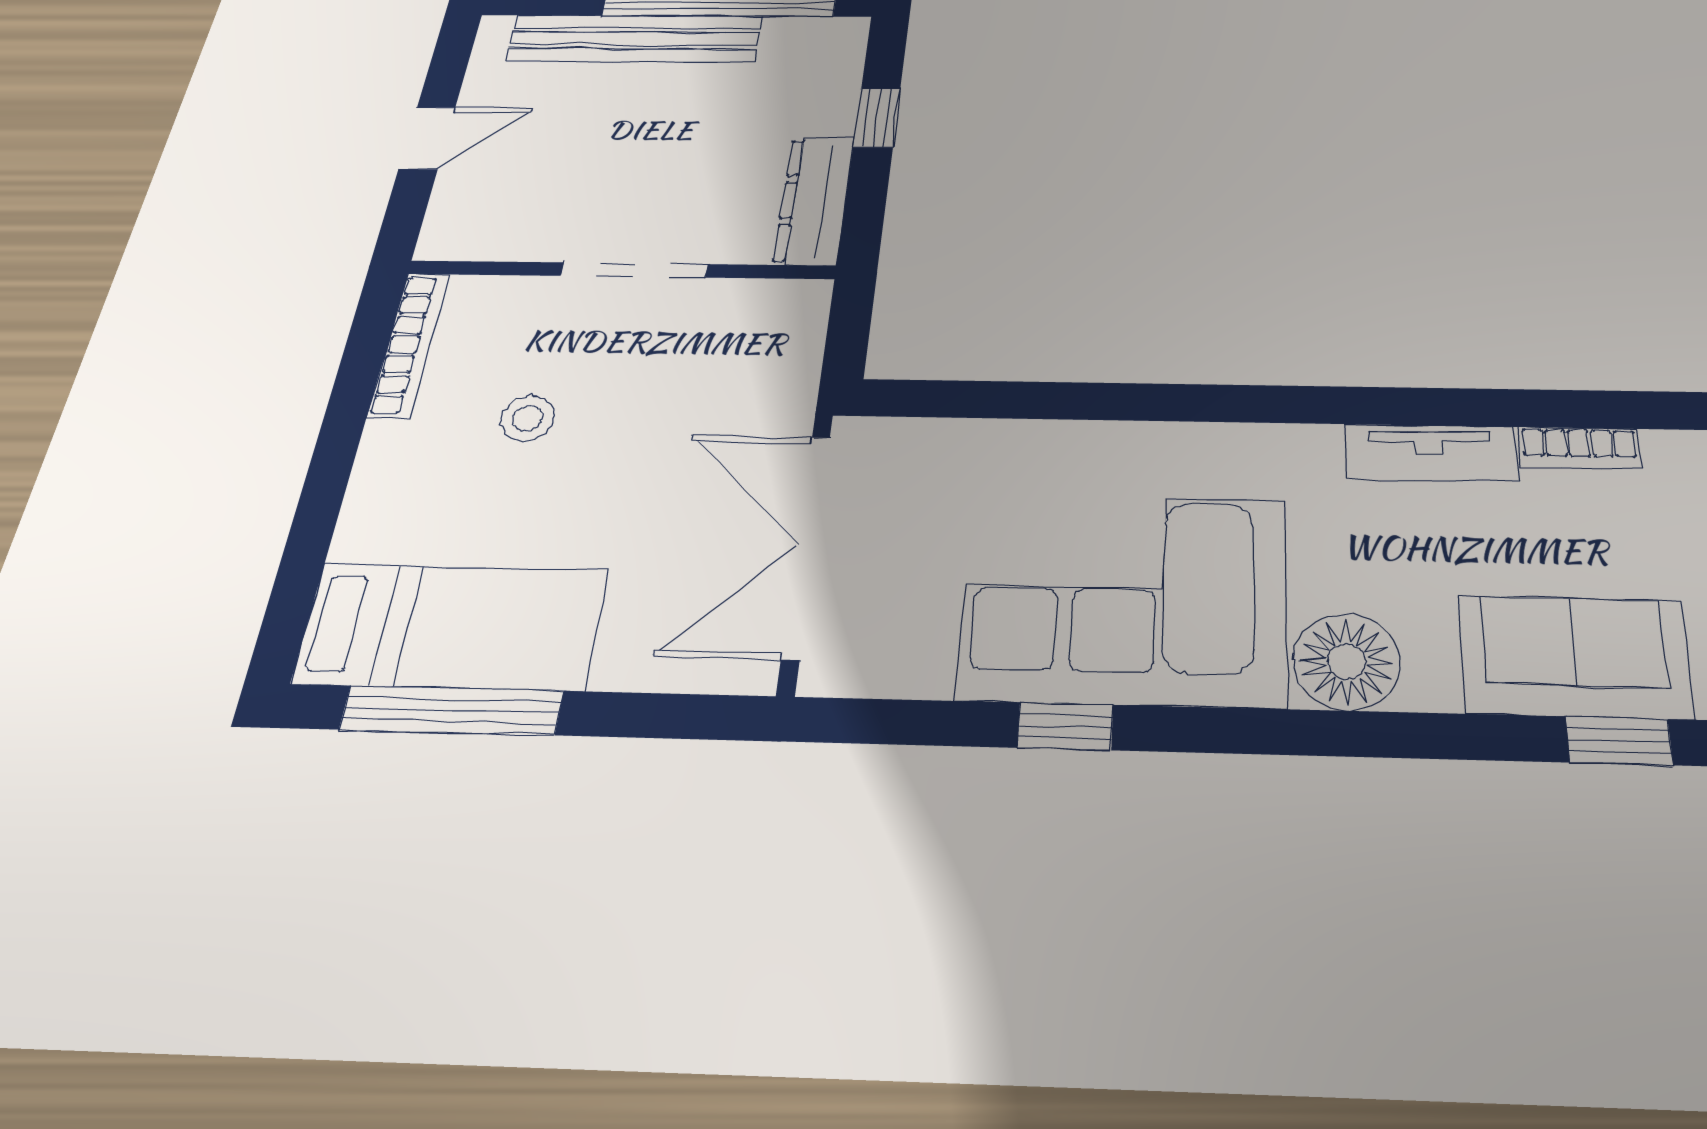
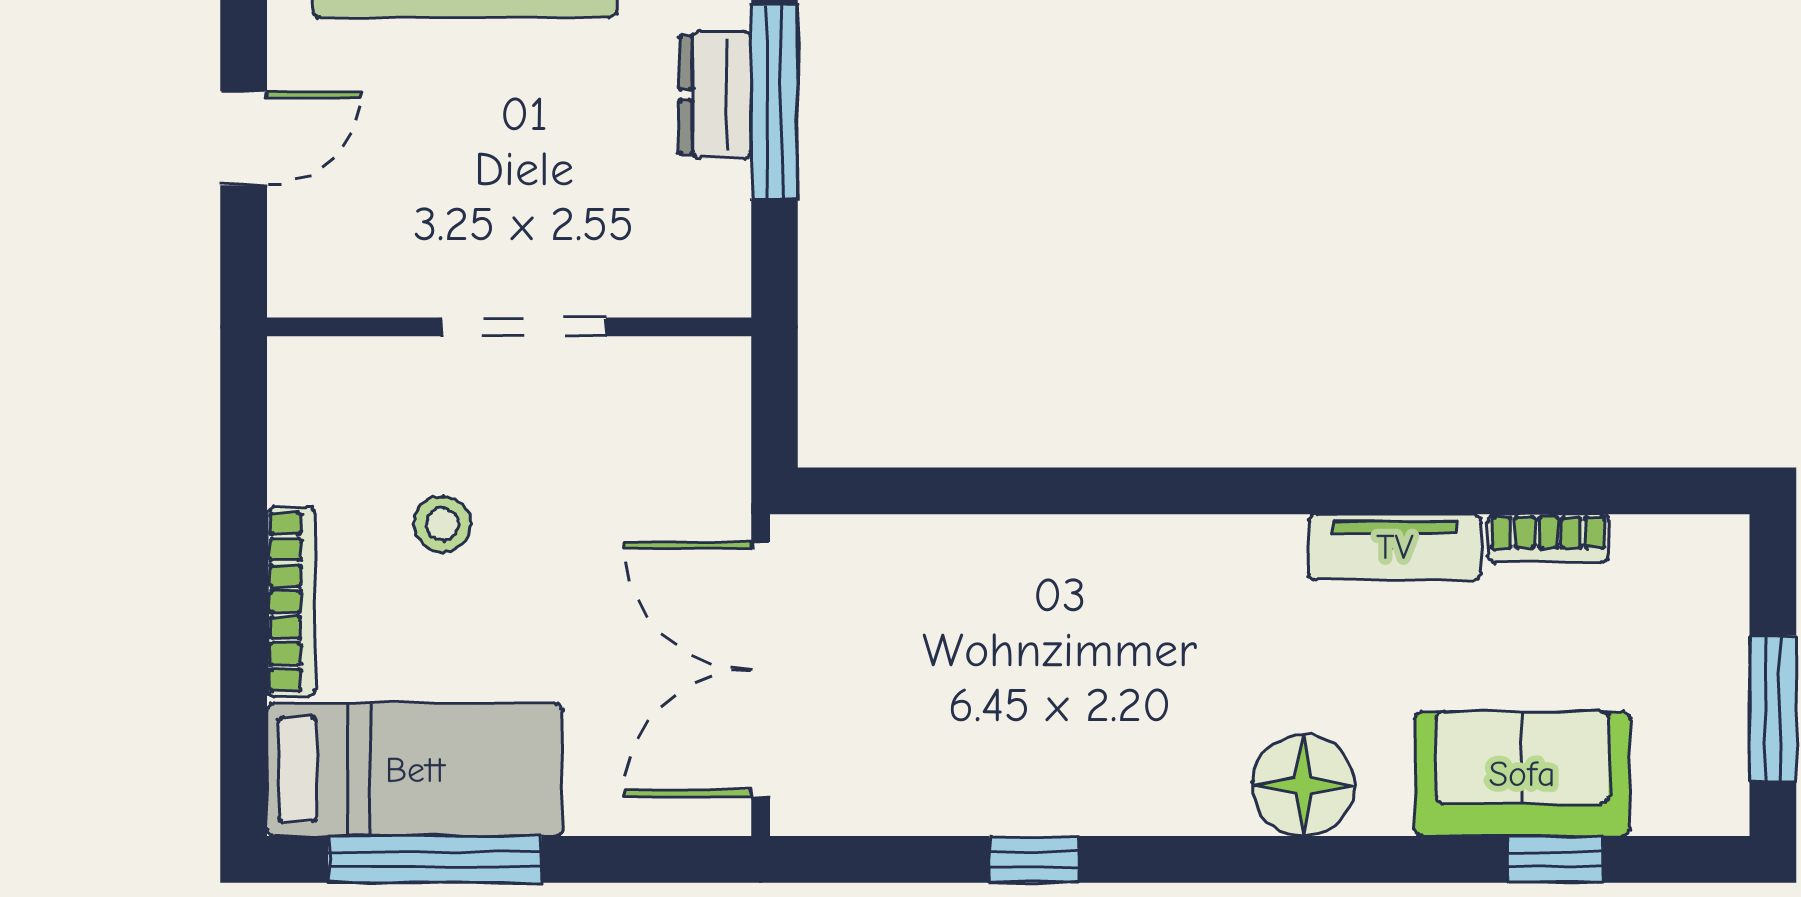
window: (877, 118) -> (774, 102), width x2.17
dresser: (814, 200) -> (715, 95), moved, width x0.70
bookcase: (409, 344) -> (291, 602), moved
corner sofa: (1124, 598) -> (1086, 722), removed

